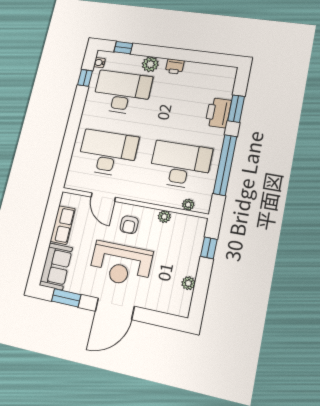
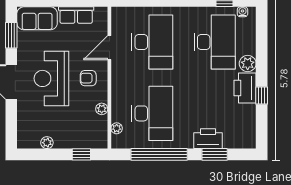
window: (123, 48) -> (262, 96), moved
printer: (175, 66) -> (245, 88), width x1.87, depth x1.48

